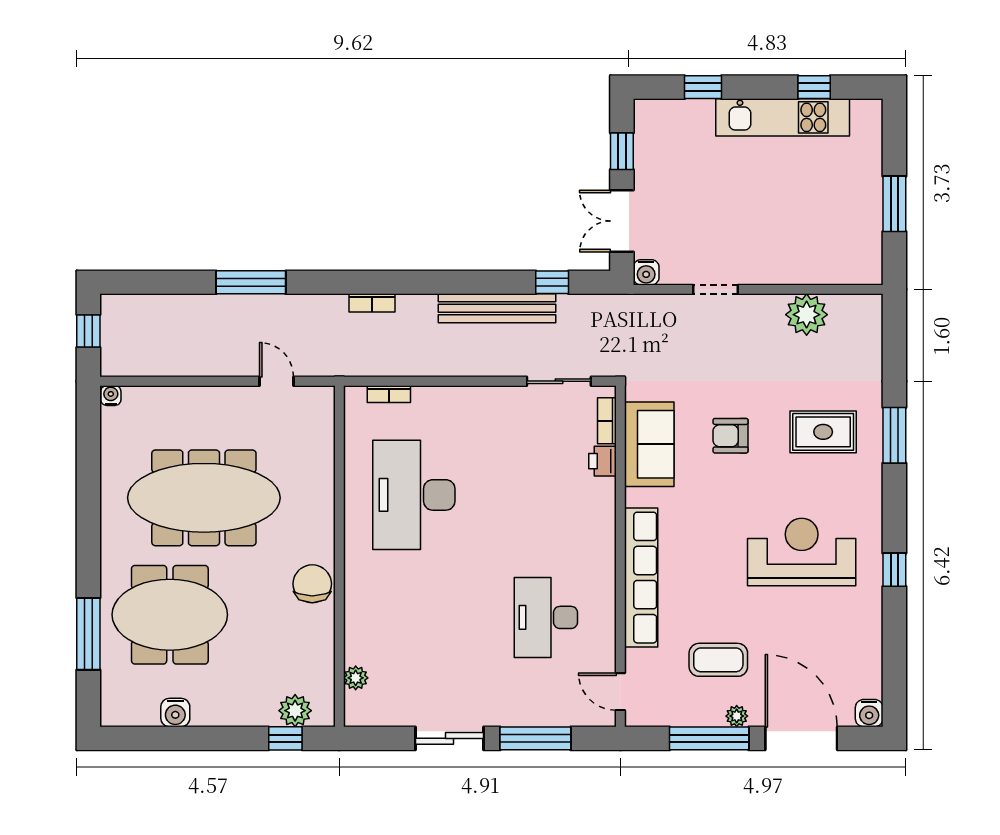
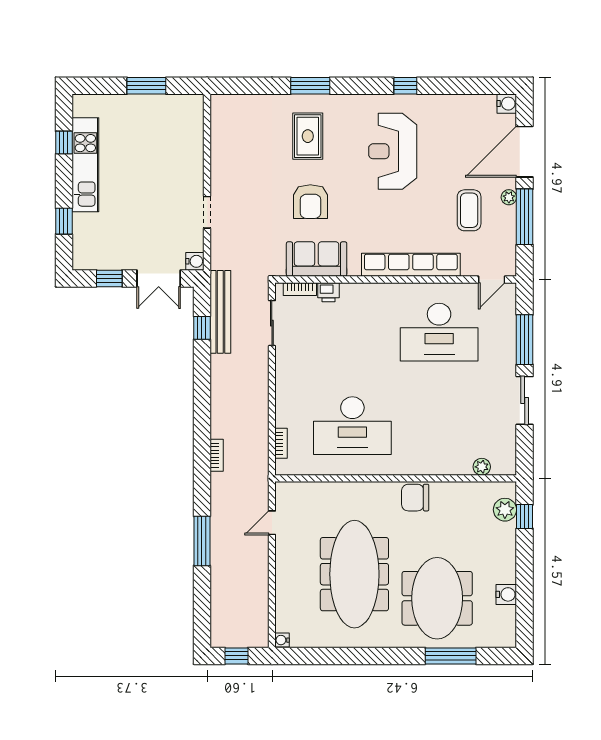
bench: (497, 308) -> (220, 312), moved
plant: (807, 315) -> (225, 148), removed
armchair: (731, 436) -> (310, 202), width x1.38, depth x1.38
desk: (546, 617) -> (439, 332), width x1.36, depth x1.30

